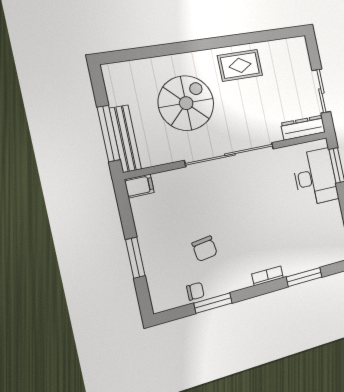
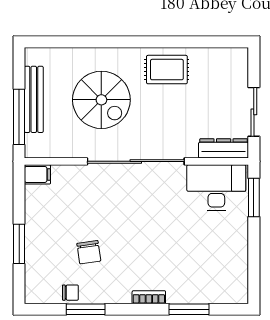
spiral stairs: (186, 103) -> (101, 100), turned 90
bench: (125, 139) -> (34, 99), moved
desk: (315, 177) -> (216, 188), moved, turned -90

